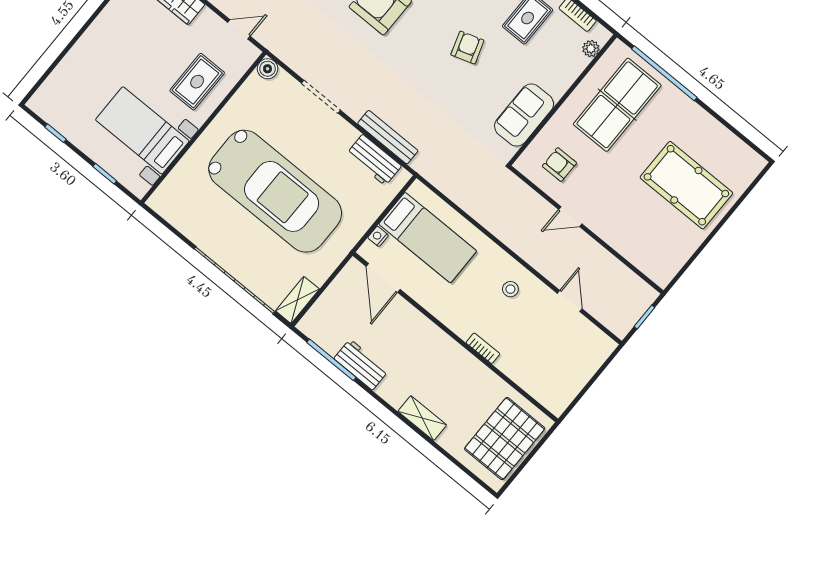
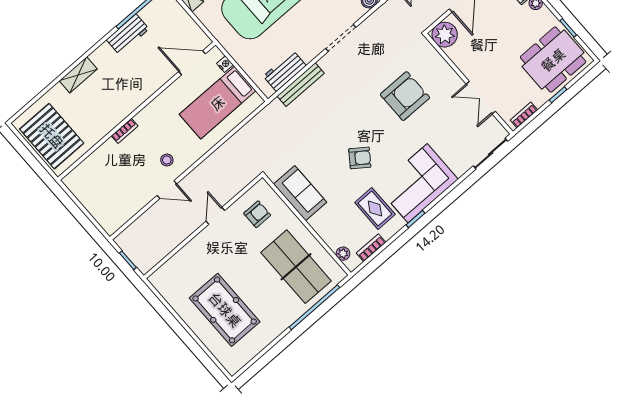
armchair: (467, 48) -> (360, 158), turned -36
pool table: (686, 185) -> (225, 310), turned 90
door: (570, 301) -> (167, 190), moved

